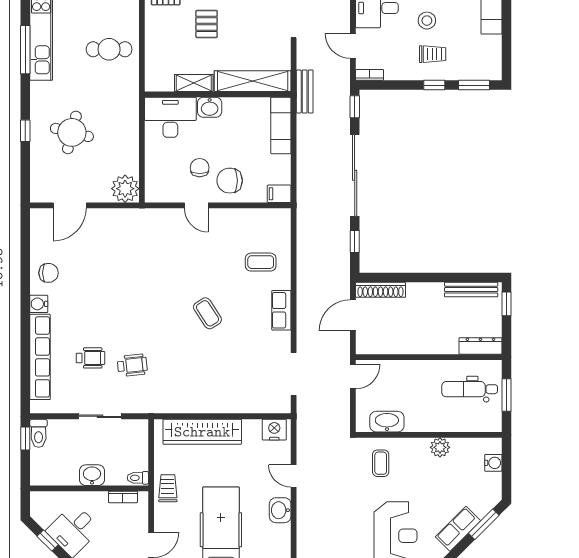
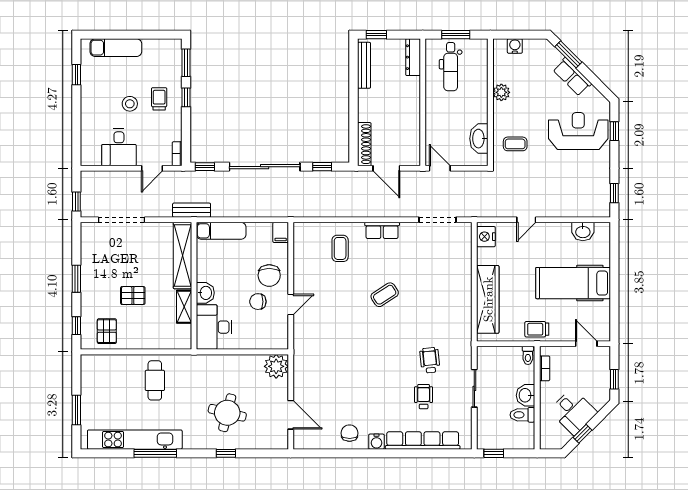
toilet: (39, 433) -> (522, 415), moved, turned 180
washbasin: (280, 510) -> (583, 231), moved

